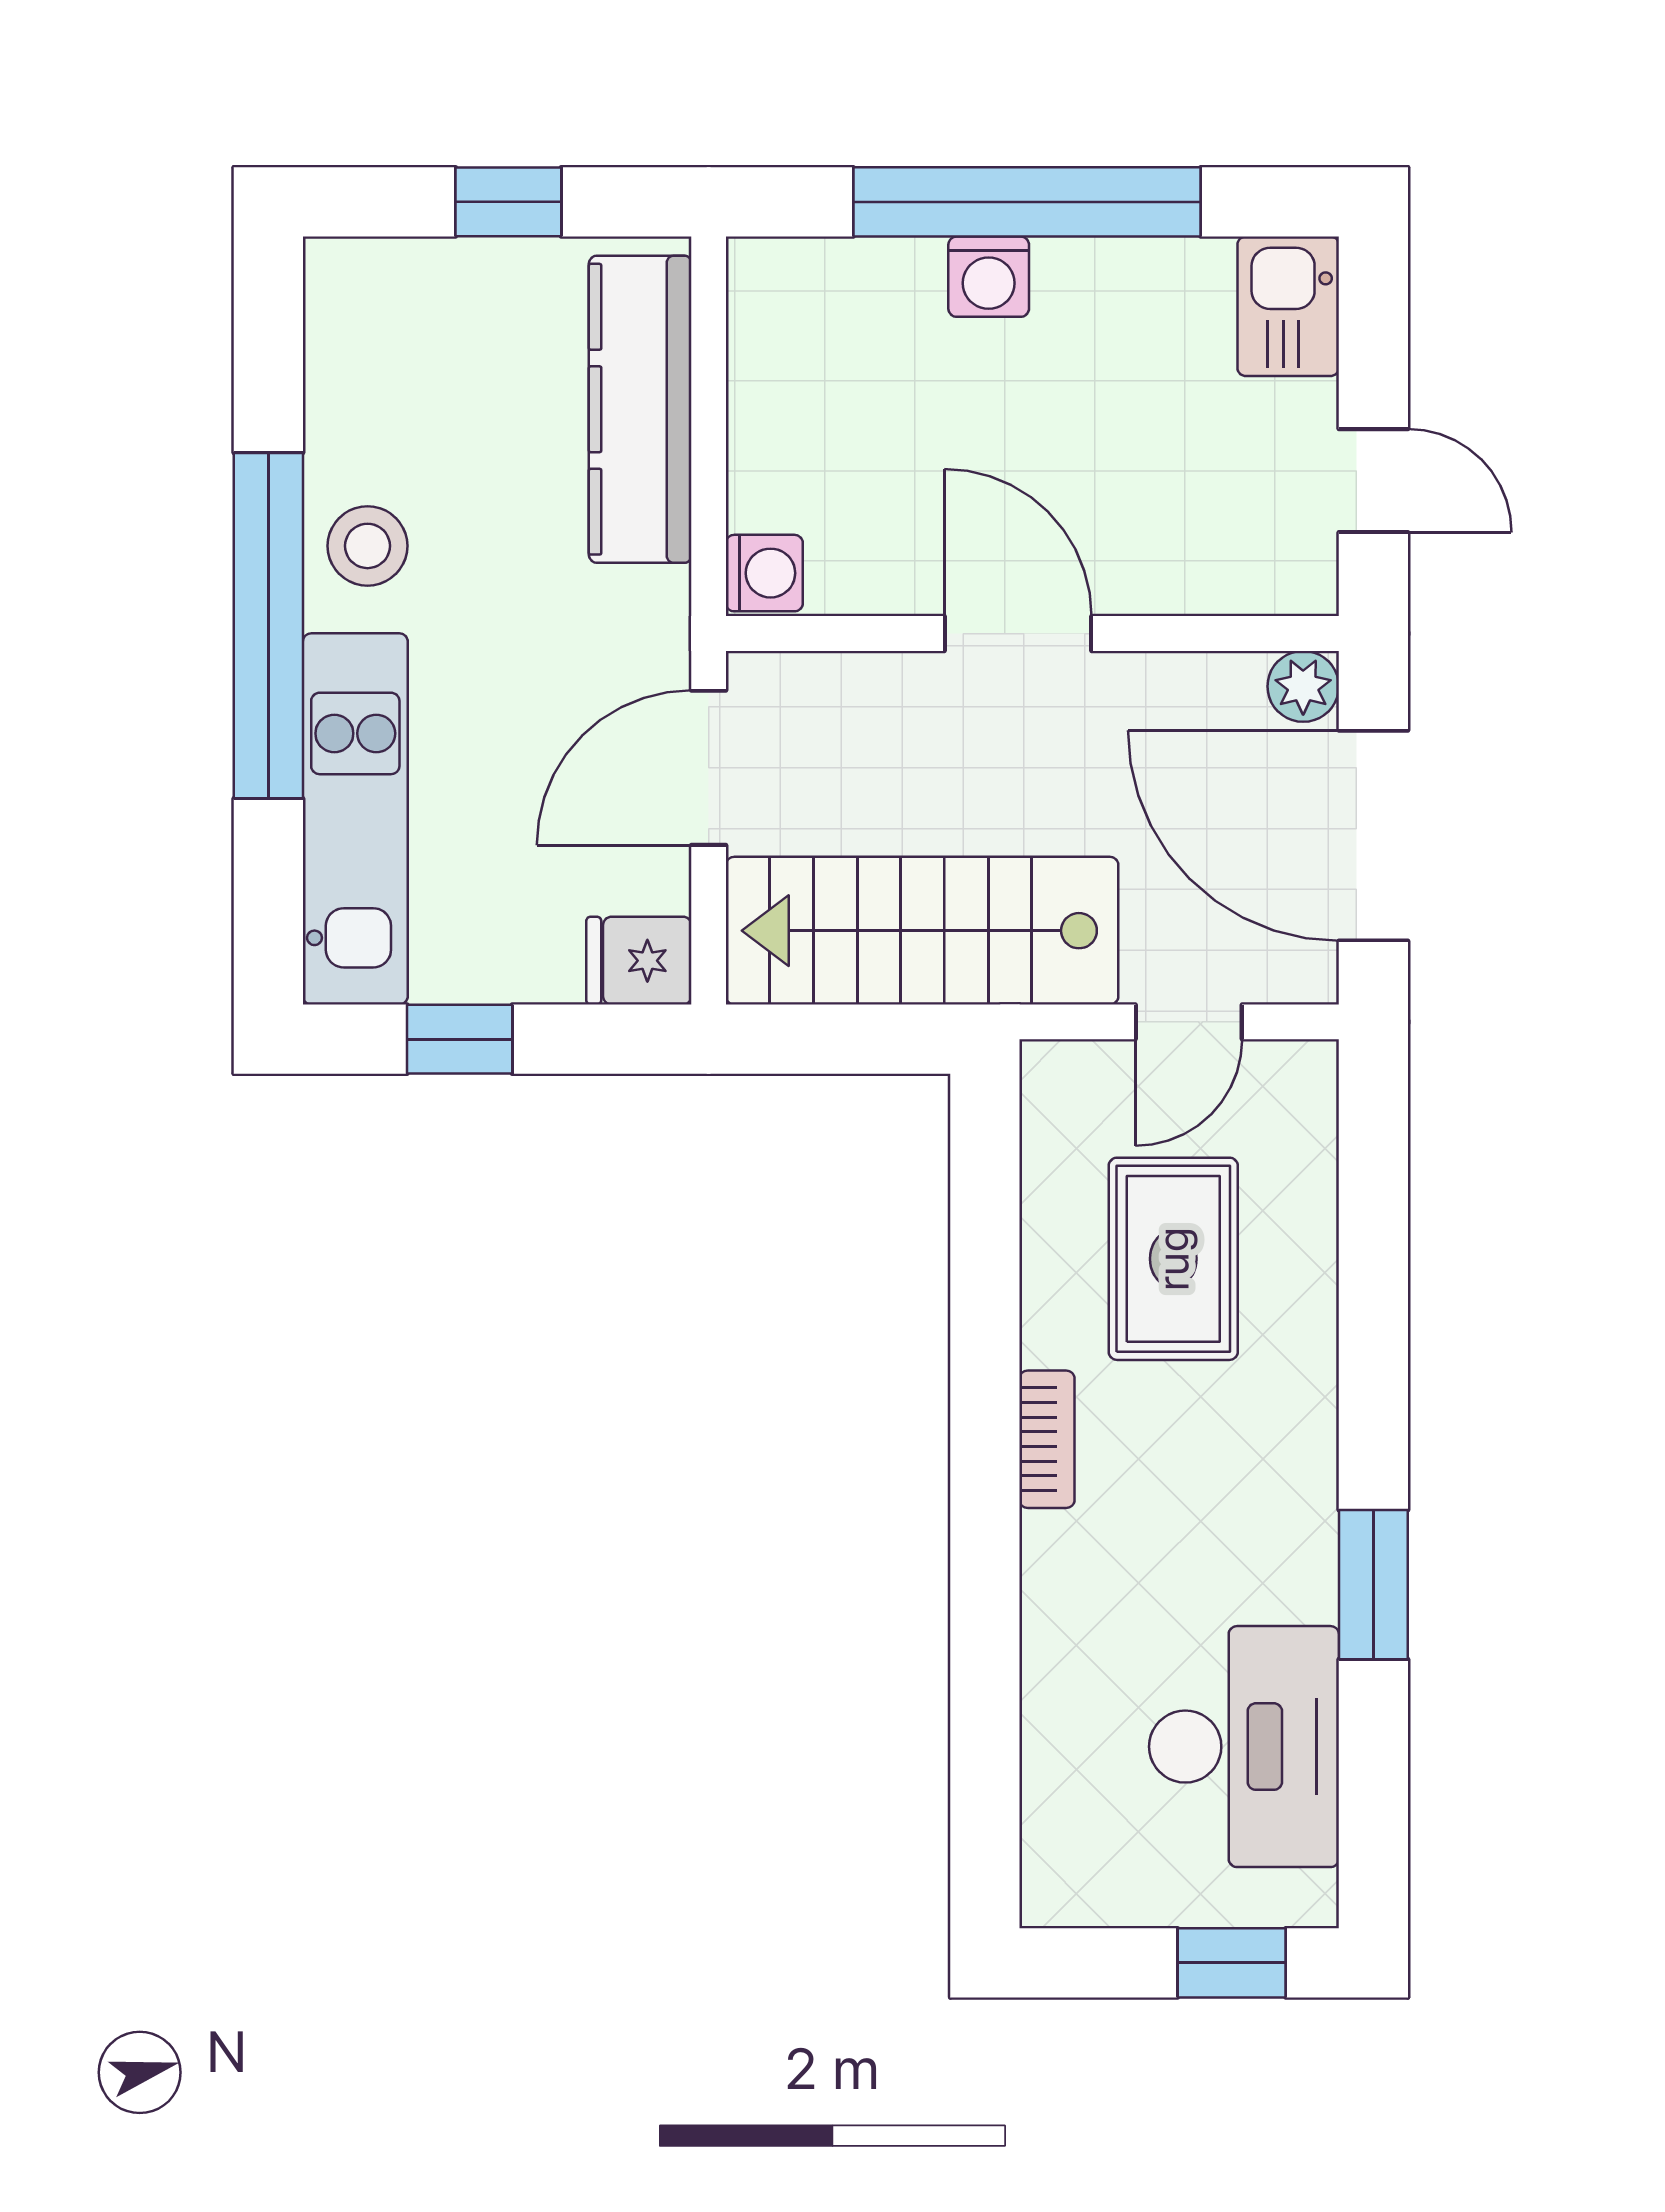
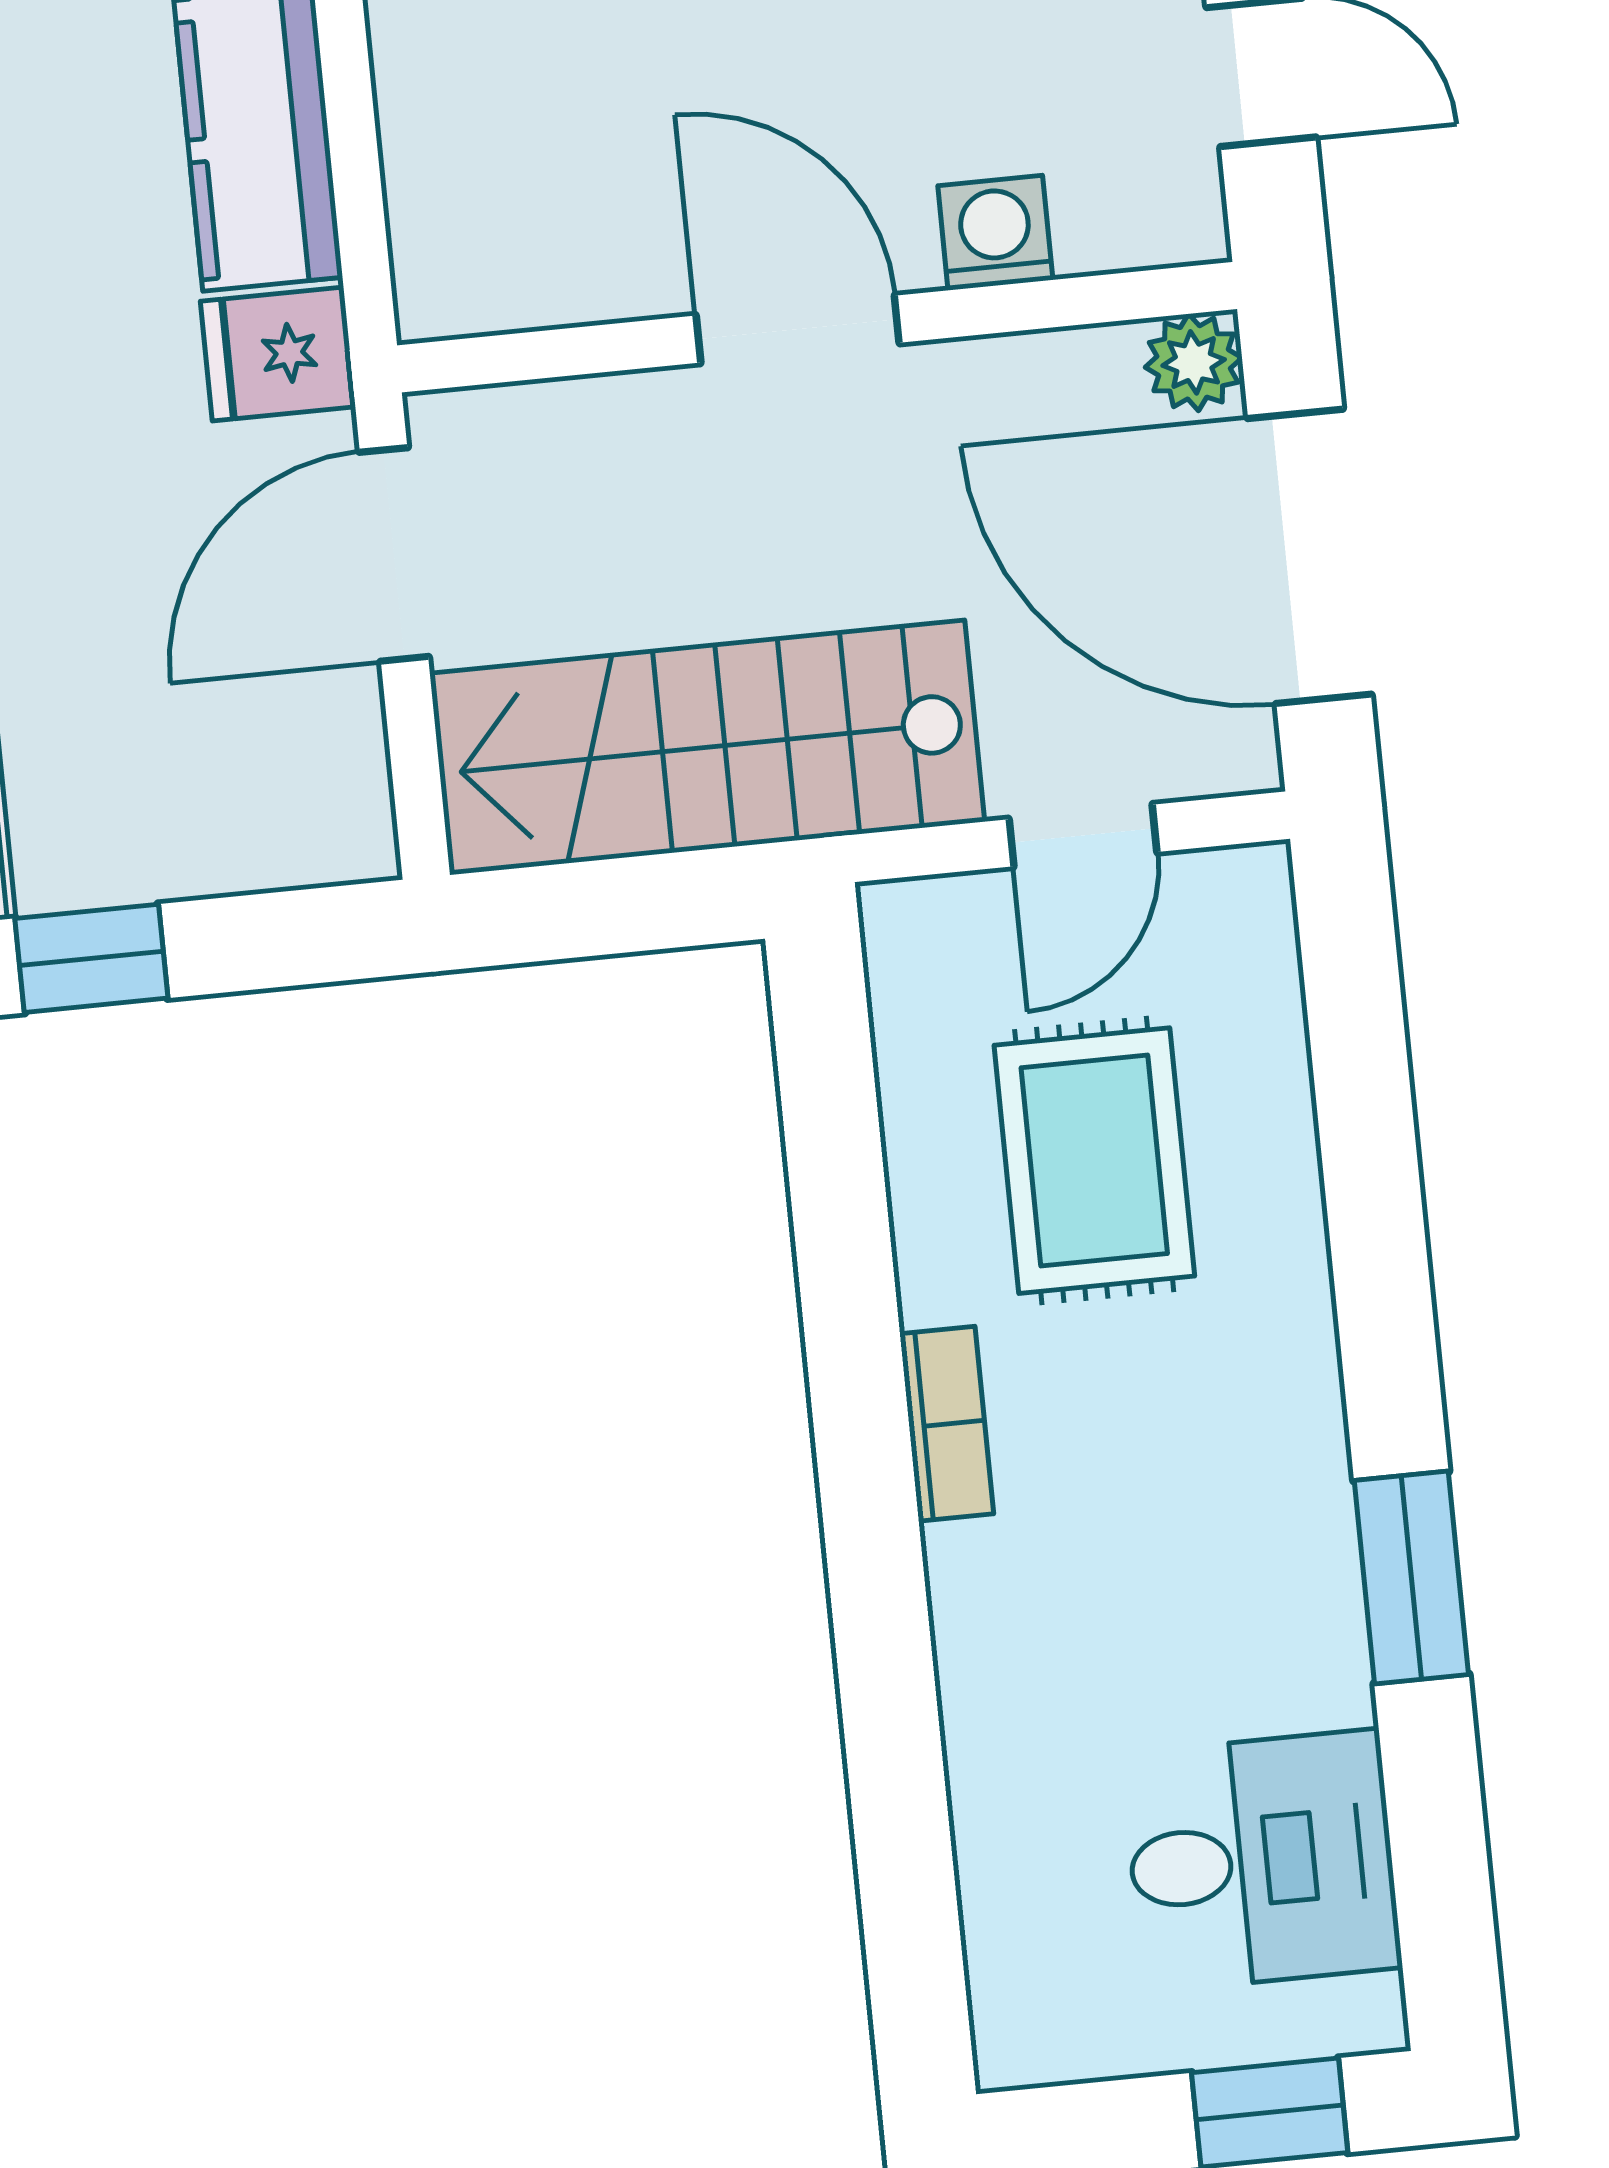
washing machine: (764, 573) -> (995, 233), moved, turned -90
fridge: (639, 961) -> (278, 354), moved
desk: (1244, 1747) -> (1262, 1861), width x0.73

